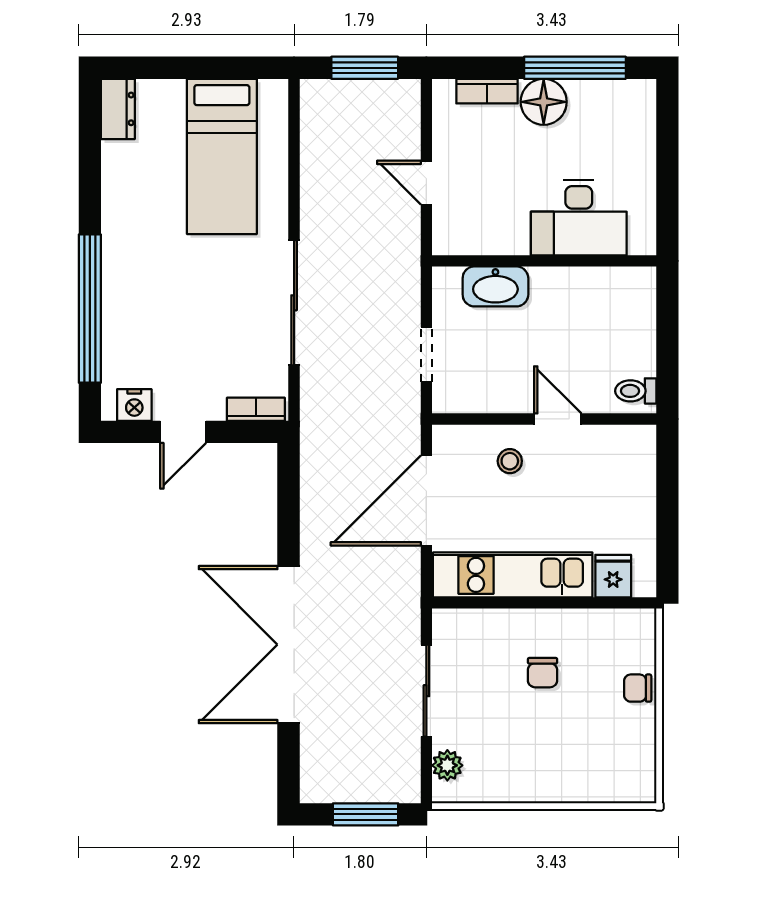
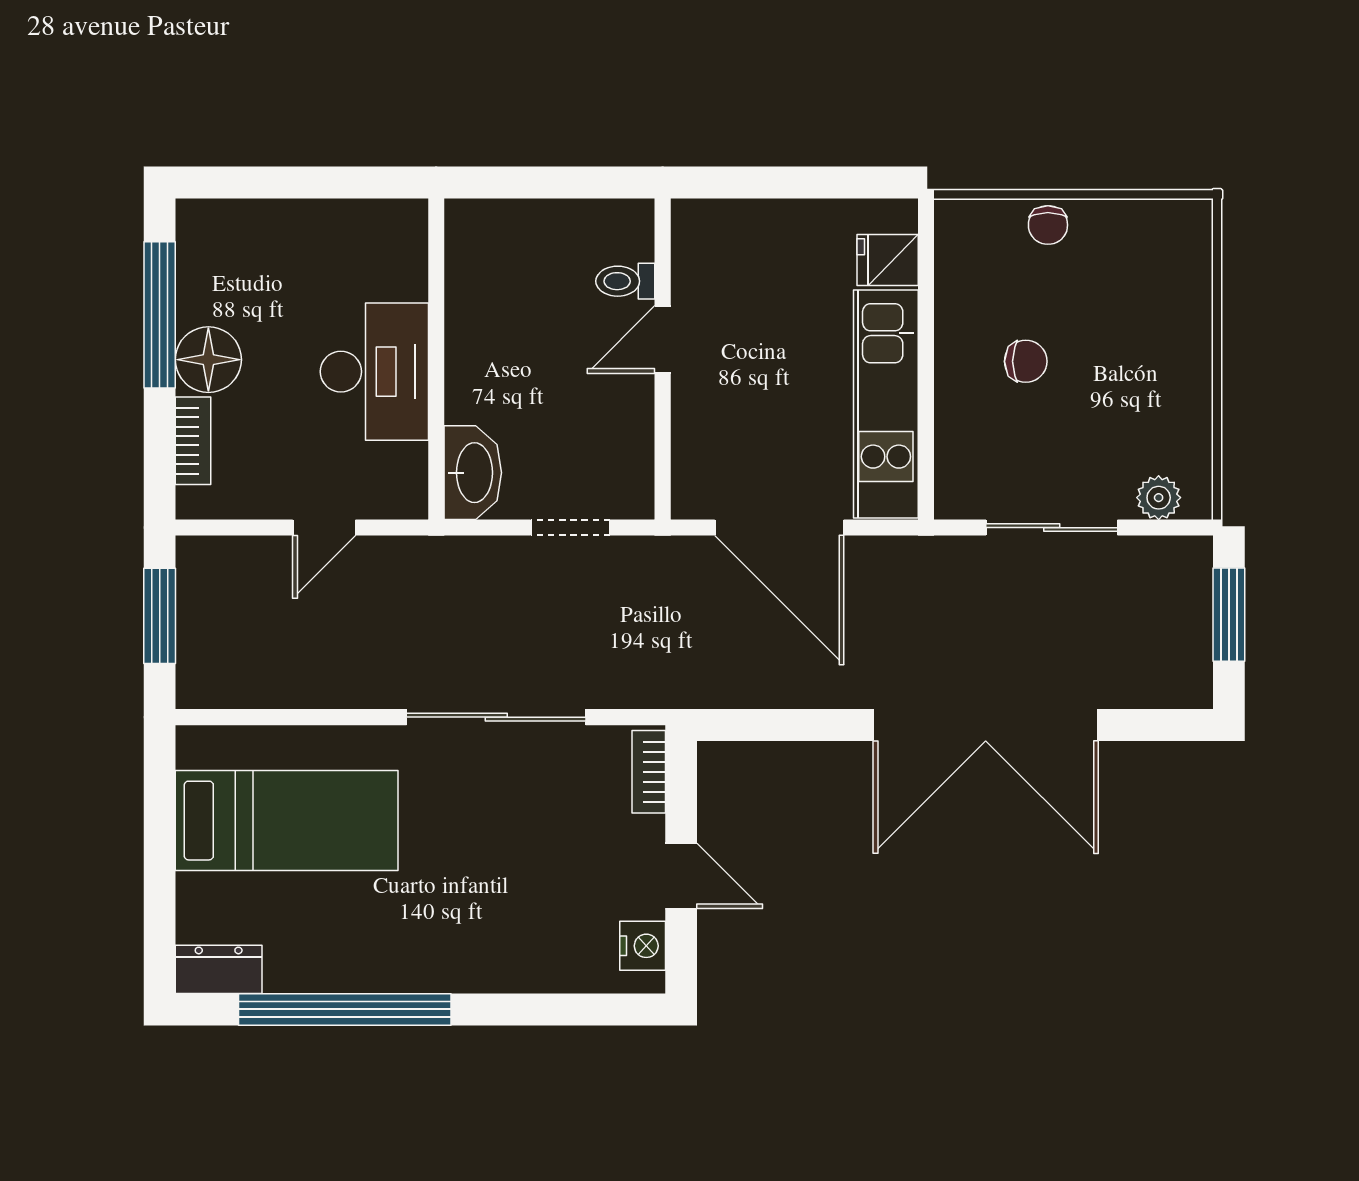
desk: (579, 218) -> (374, 372), moved
washbasin: (495, 286) -> (473, 473), moved
window: (90, 309) -> (345, 1009), moved
toilet: (636, 391) -> (625, 281), moved, turned 90
stool: (510, 461) -> (723, 408), removed

